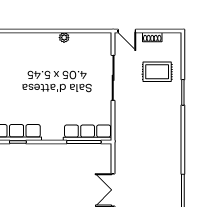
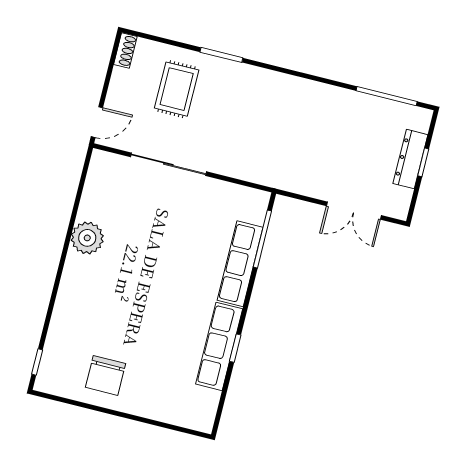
shoe rack: (152, 37) -> (125, 50), moved
plant: (64, 38) -> (87, 238), width x1.88, depth x1.88
row of seats: (88, 133) -> (240, 264), moved

